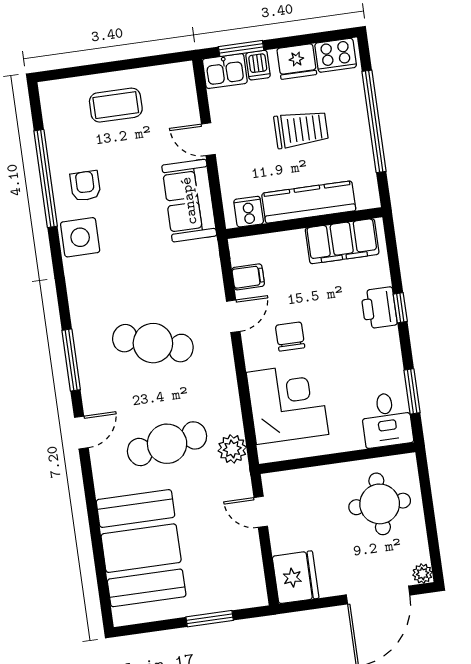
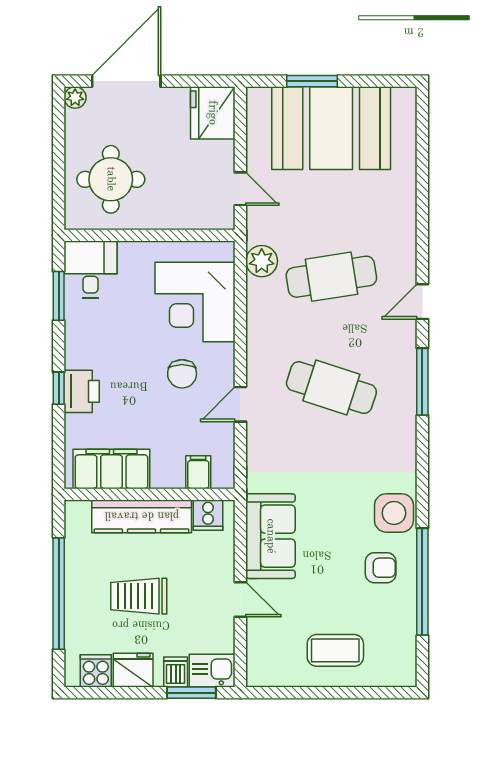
cooker: (336, 55) -> (96, 671), width x0.73
armchair: (85, 186) -> (381, 568), turned -90
filing cabinet: (248, 277) -> (198, 472), moved, turned 90
booth: (141, 548) -> (331, 128), moved, turned 90

